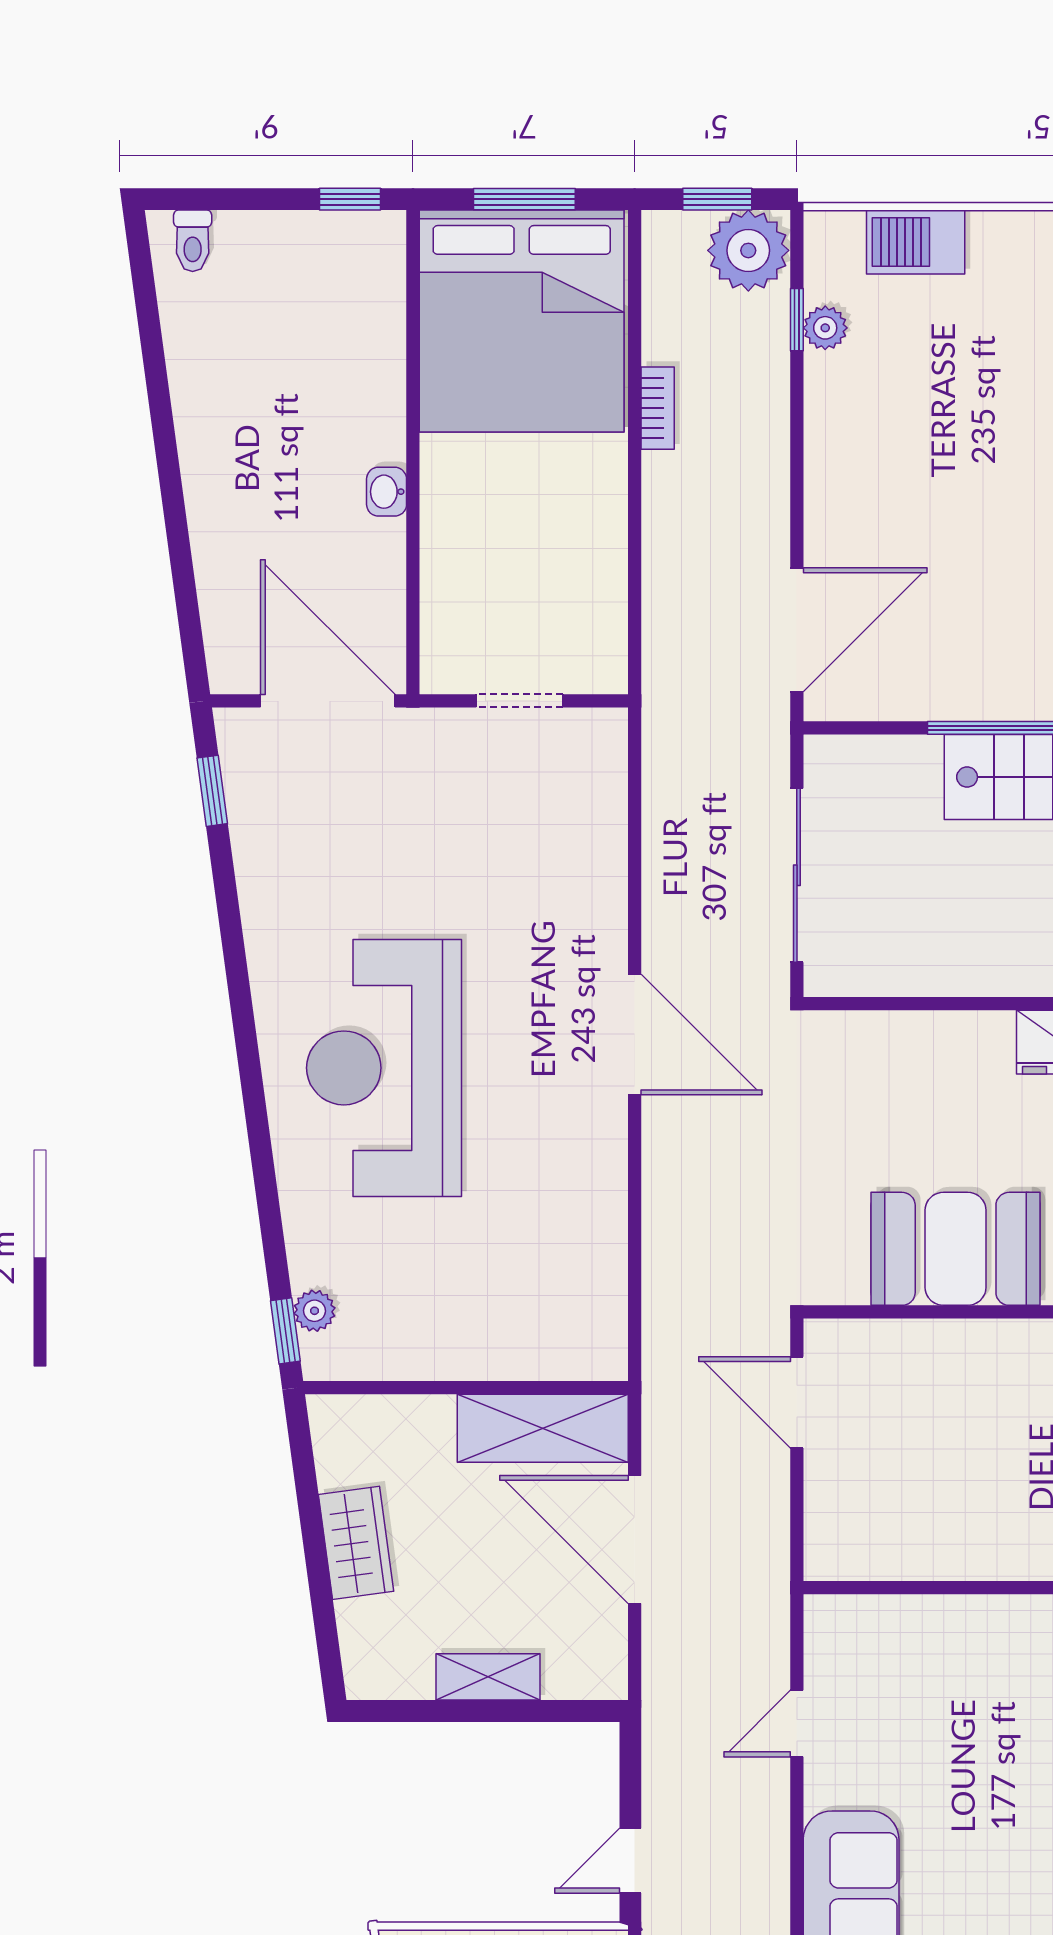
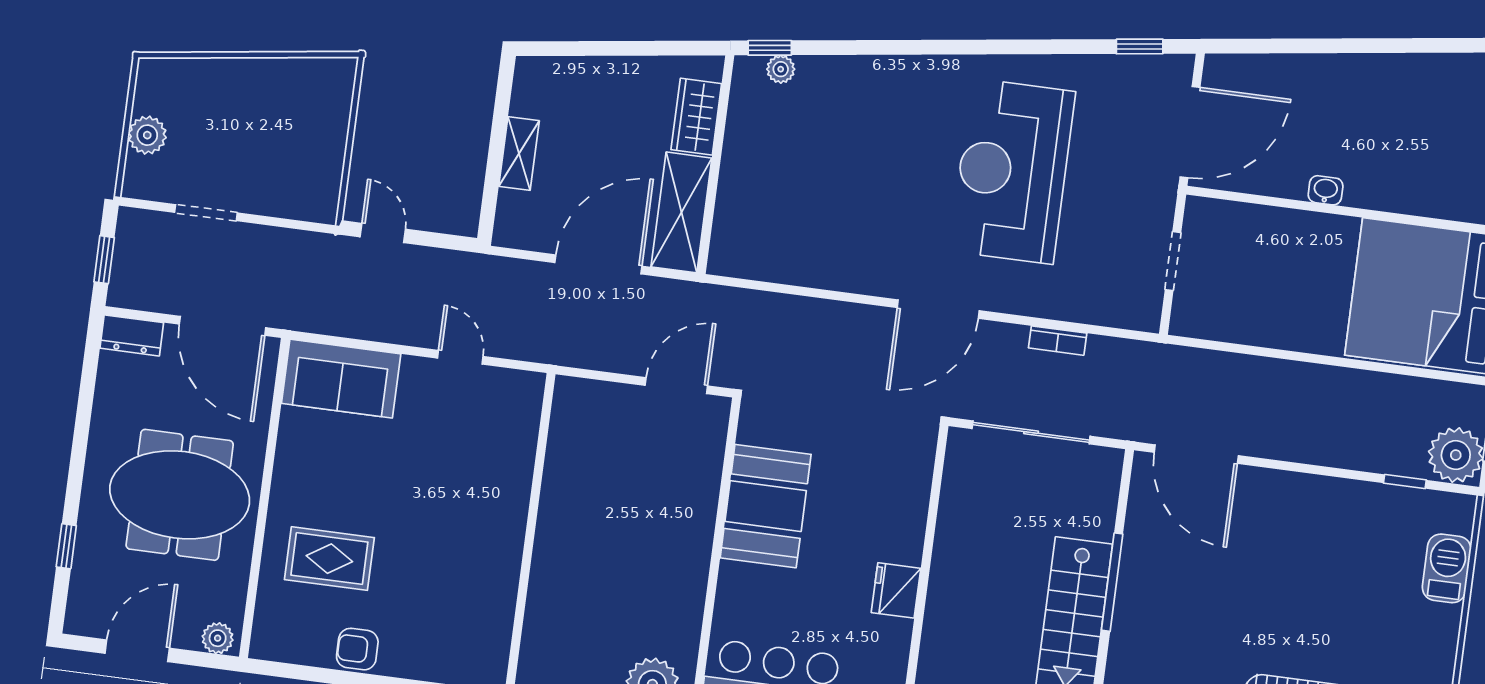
plant: (825, 328) -> (1397, 500), removed
bookcase: (658, 408) -> (1058, 341), moved
reception desk: (384, 1068) -> (1012, 171), moved, turned -90
wardrobe: (356, 1543) -> (696, 117), moved, turned 98

